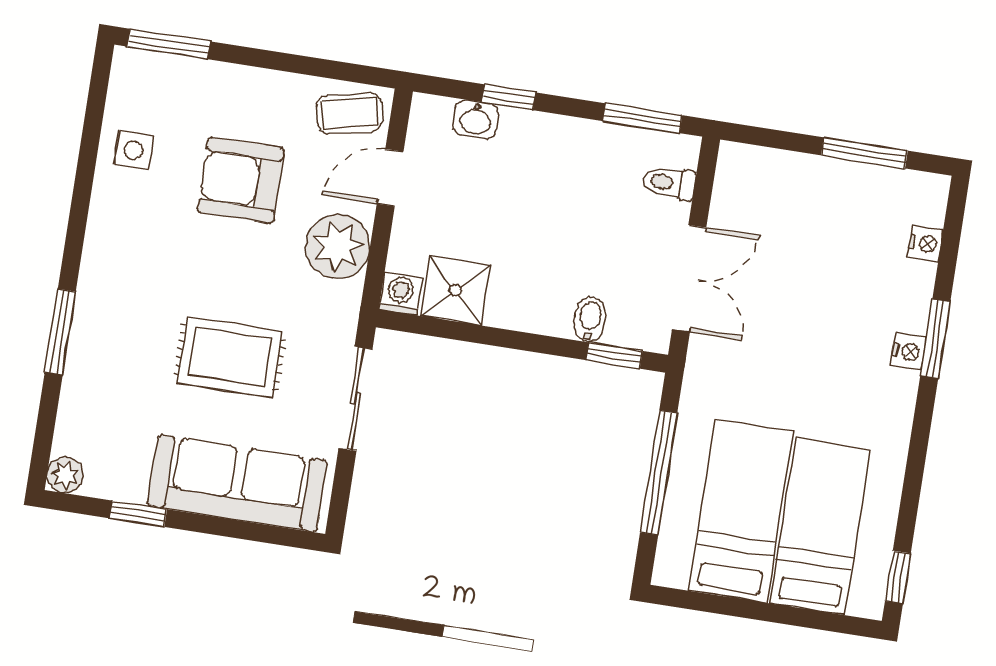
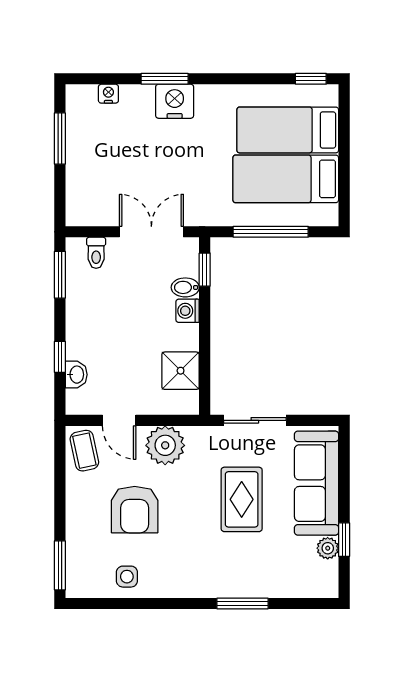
washing machine: (401, 294) -> (188, 311), moved
nightstand: (908, 351) -> (175, 101), width x1.89, depth x1.79
plant: (65, 475) -> (328, 548), moved

